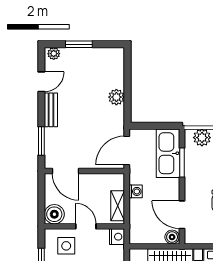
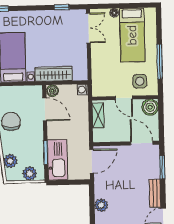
washing machine: (136, 191) -> (83, 90), moved
nightstand: (117, 237) -> (98, 90), removed

